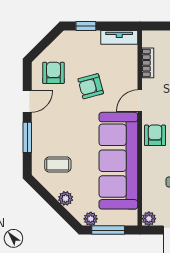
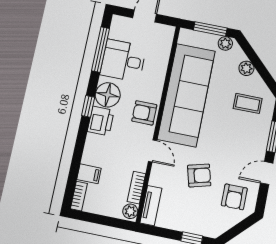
tv unit: (119, 37) -> (151, 206), moved, turned 90
door: (140, 101) -> (152, 151), hinge flipped
armchair: (155, 135) -> (144, 113), turned 90
plant: (149, 219) -> (130, 211), moved

